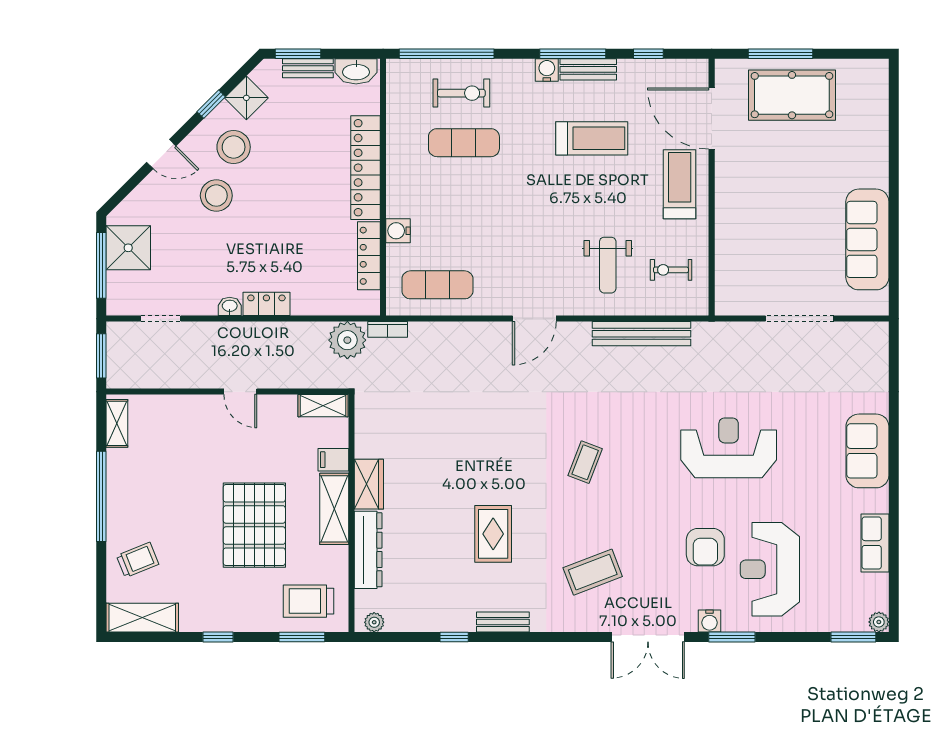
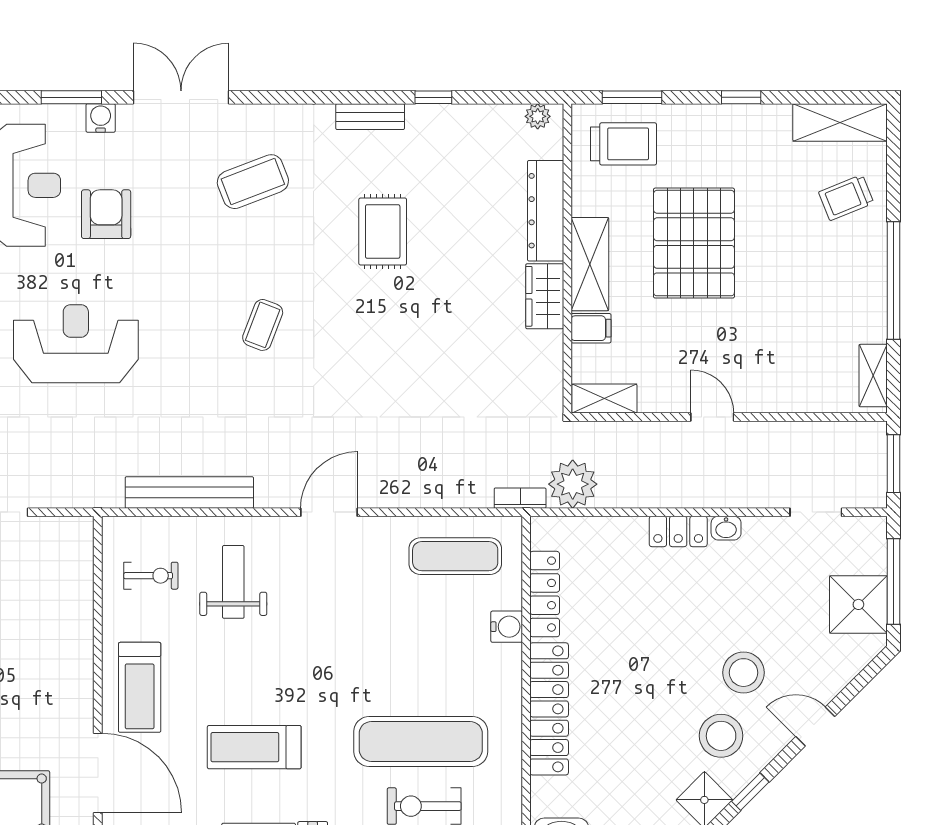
exercise mat: (464, 143) -> (421, 741), width x1.36, depth x1.45
reception desk: (729, 448) -> (76, 344), turned 180

